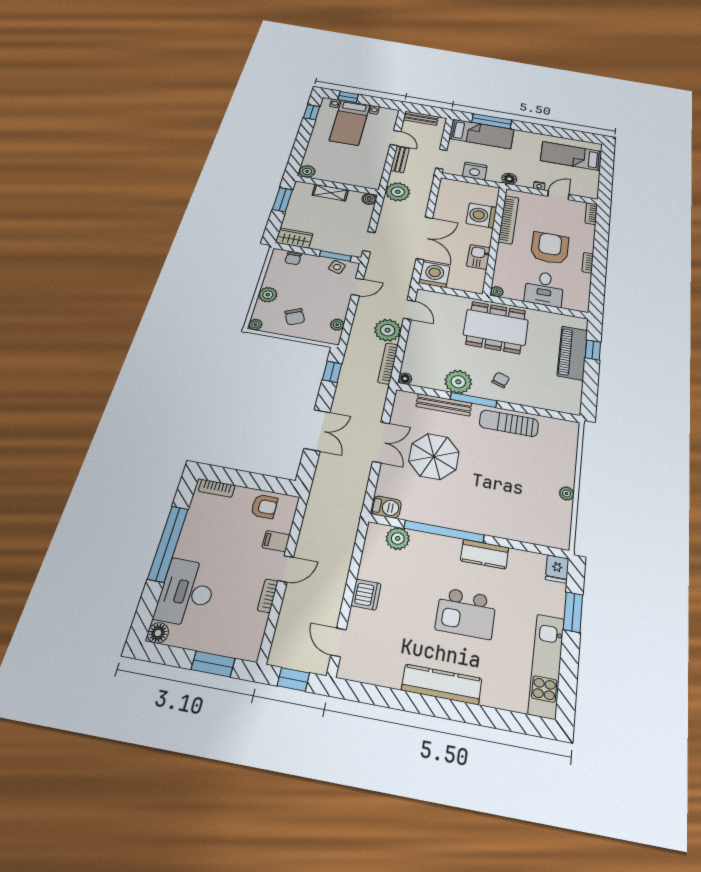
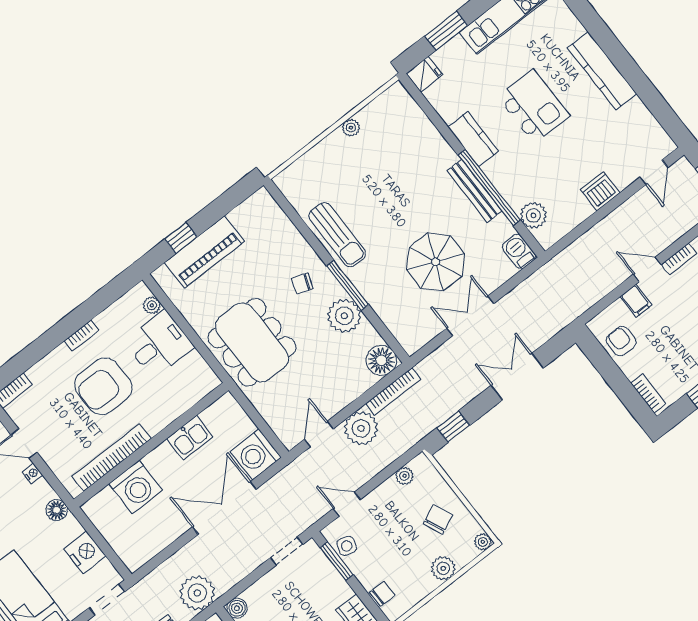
plant: (497, 292) -> (152, 305), moved
floor lamp: (405, 379) -> (381, 360), width x1.89, depth x1.89
bench: (444, 405) -> (474, 191), moved

